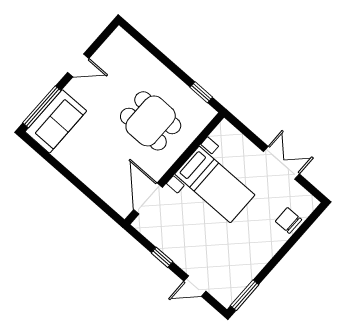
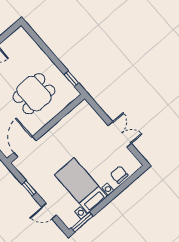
dining table: (151, 121) -> (34, 94), turned 90
bed with nightstands: (215, 184) -> (81, 186), moved, turned 180

